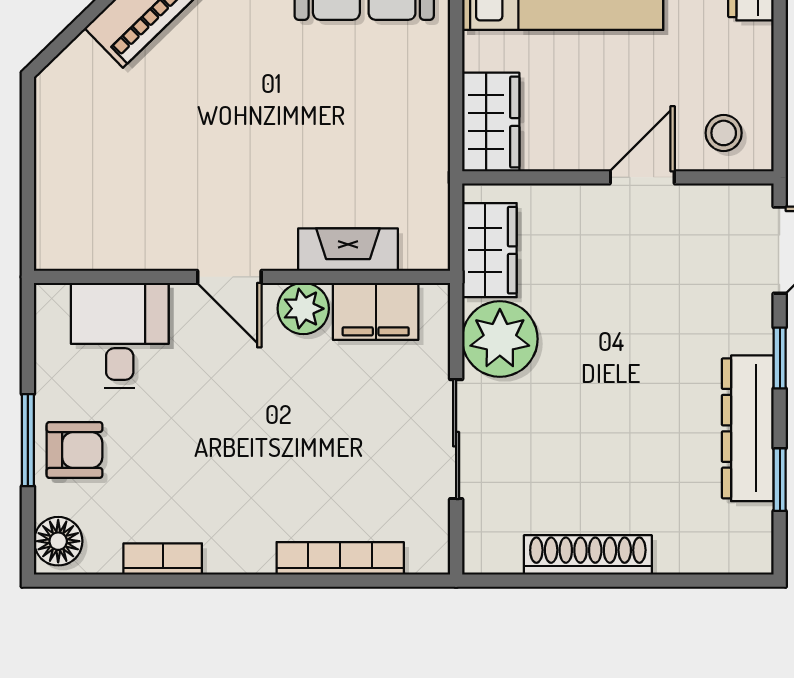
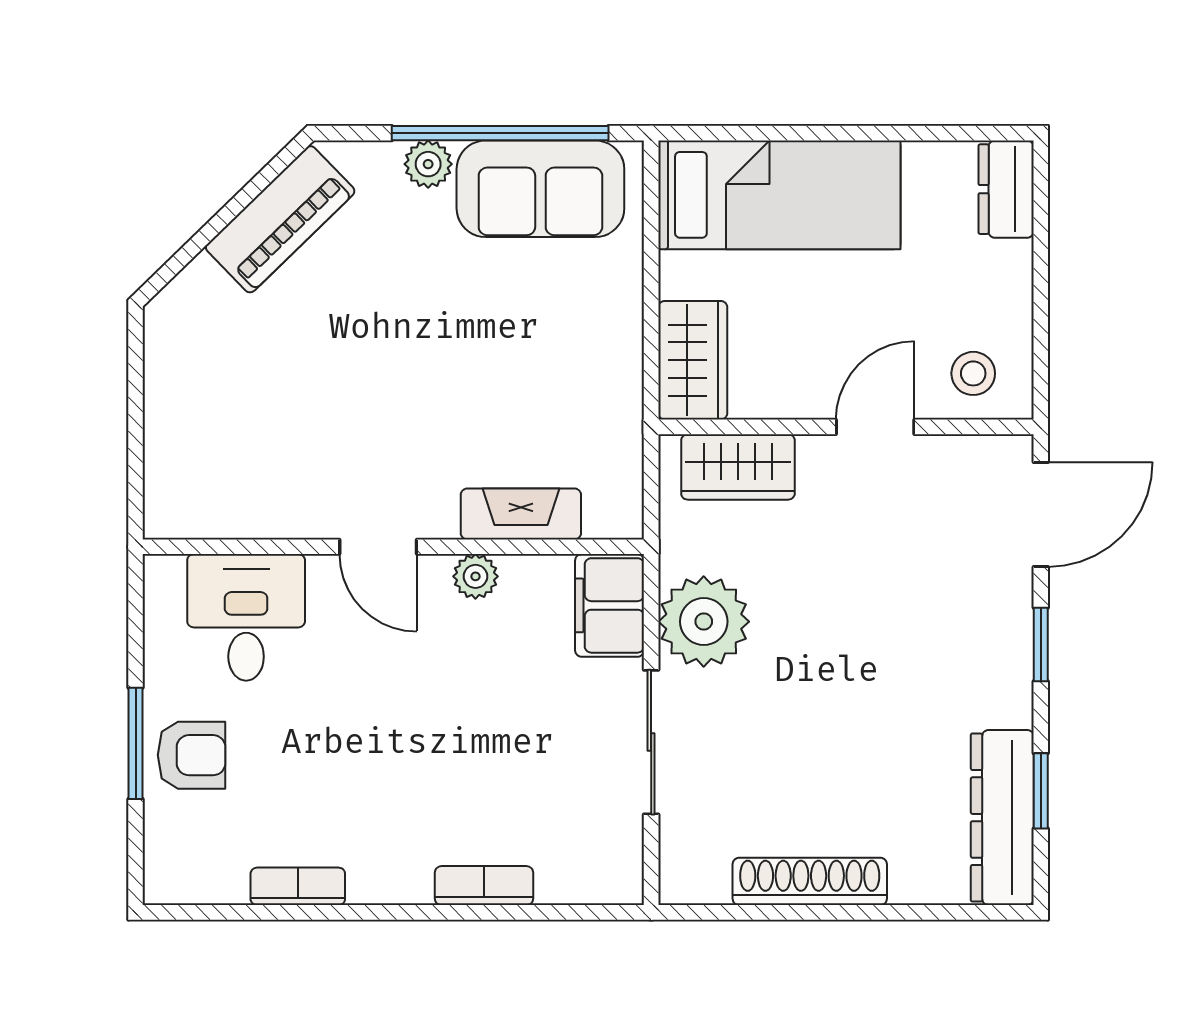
wardrobe: (489, 250) -> (738, 467), moved, turned 90
plant: (303, 309) -> (475, 576), width x0.73, depth x0.73
filing cabinet: (376, 311) -> (610, 605), moved, turned 90
dresser: (748, 428) -> (1002, 818), moved
floor lamp: (58, 541) -> (172, 865), removed
bookcase: (340, 558) -> (484, 886), width x0.64

